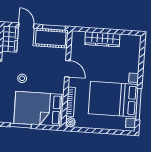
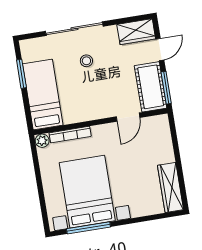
wardrobe: (102, 39) -> (170, 187), moved
door: (67, 69) -> (128, 117), moved
bed: (39, 109) -> (43, 94), width x0.67

